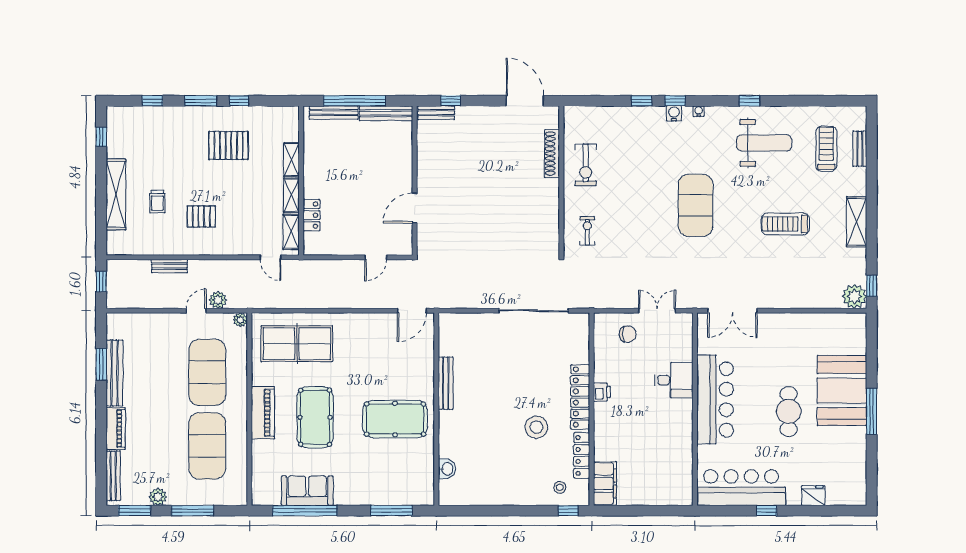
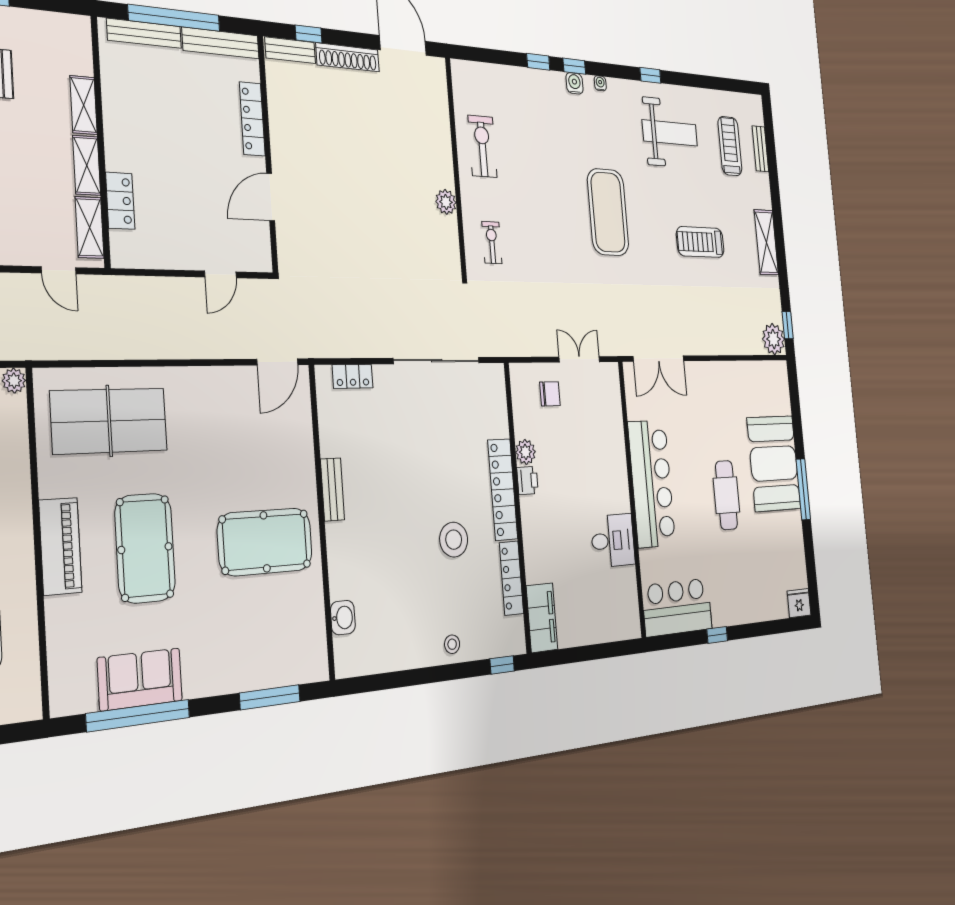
shoe rack: (552, 154) -> (348, 57), moved, turned -90
locker: (405, 159) -> (252, 119), added
exercise bike: (586, 165) -> (482, 146), turned 180
plant: (551, 205) -> (446, 202), added
locker: (467, 320) -> (353, 376), added
plant: (602, 373) -> (526, 452), added
desk: (674, 380) -> (613, 540), moved
bench: (446, 383) -> (332, 489), width x0.73
stool: (560, 487) -> (452, 644), moved
bar counter: (741, 488) -> (677, 607), width x0.73
fridge: (813, 496) -> (799, 603), moved

